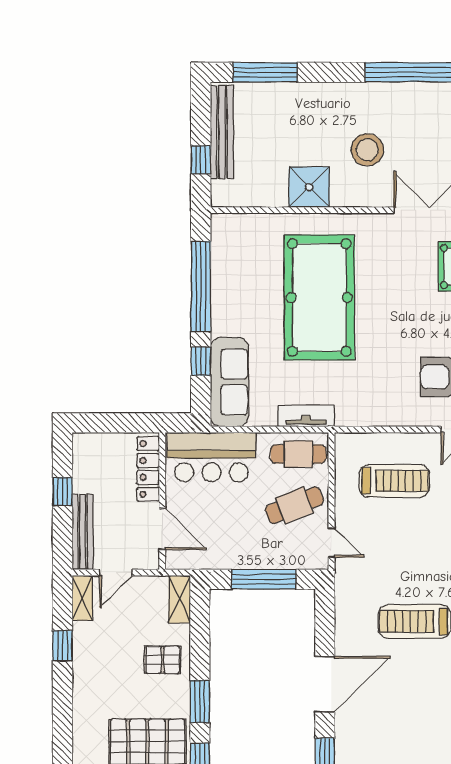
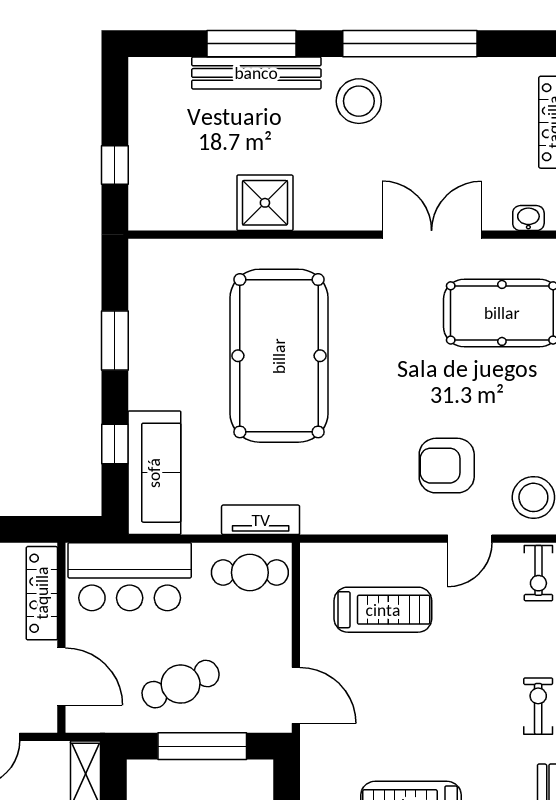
window: (265, 72) -> (251, 44), moved
bench: (222, 132) -> (256, 73), moved, turned 90
stool: (367, 150) -> (359, 101), moved
window: (201, 287) -> (115, 341), width x0.47
cafe table: (294, 505) -> (181, 684), moved
door: (331, 543) -> (296, 695), width x1.37

